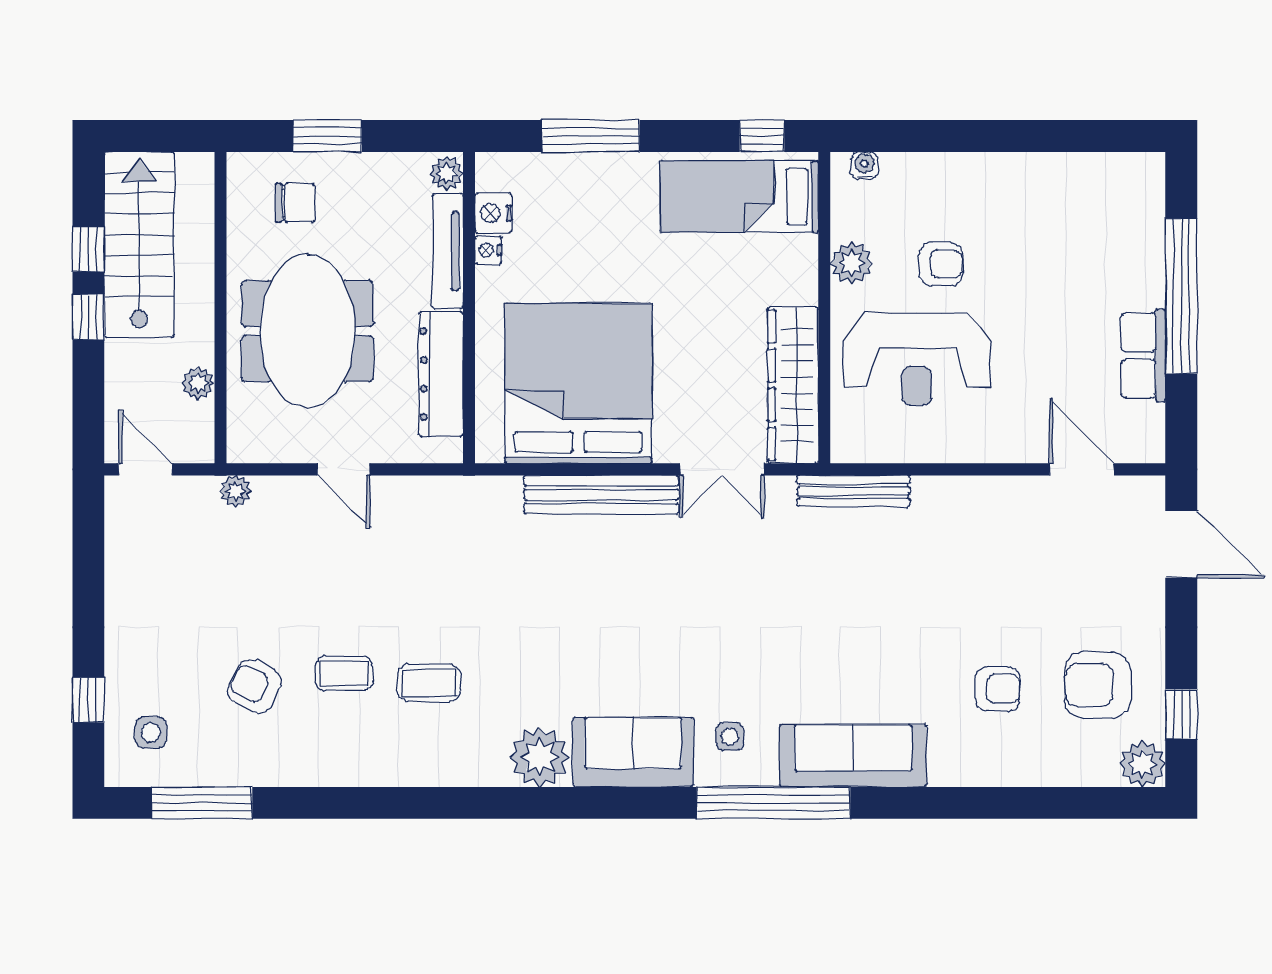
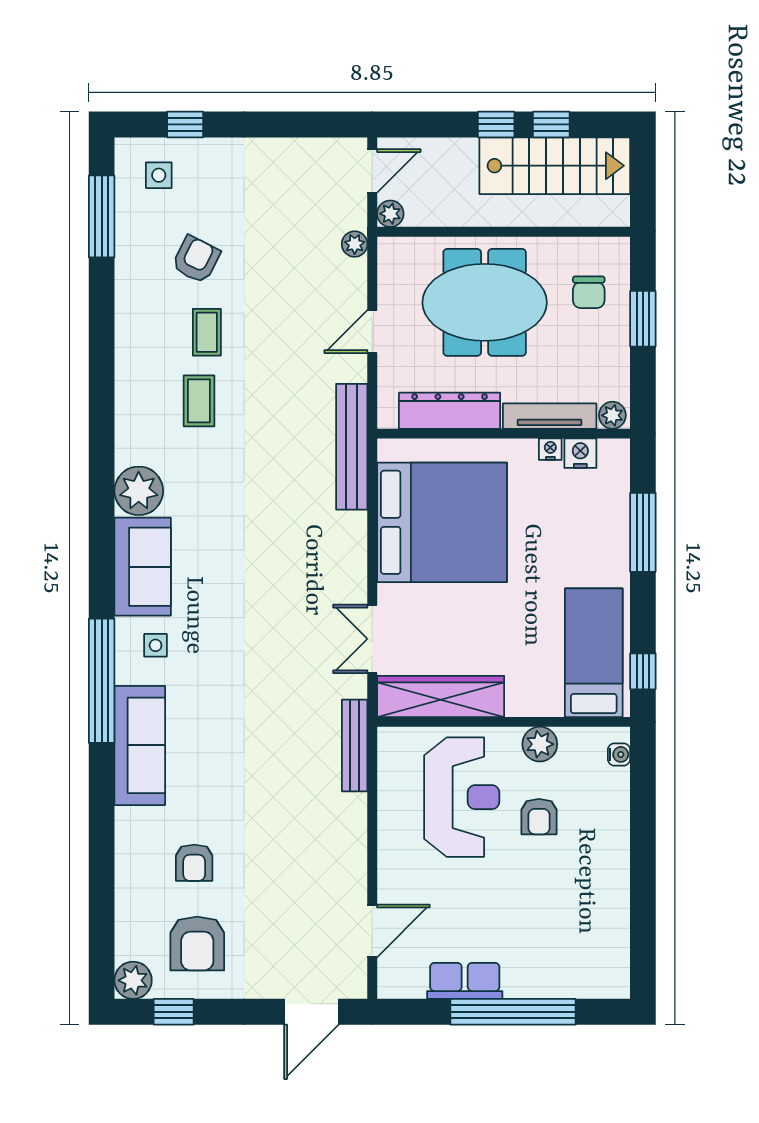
reception desk: (917, 359) -> (462, 797), turned 180
plant: (198, 383) -> (390, 214), moved
bench: (601, 495) -> (352, 447), moved
armchair: (1097, 685) -> (197, 944), turned 180

